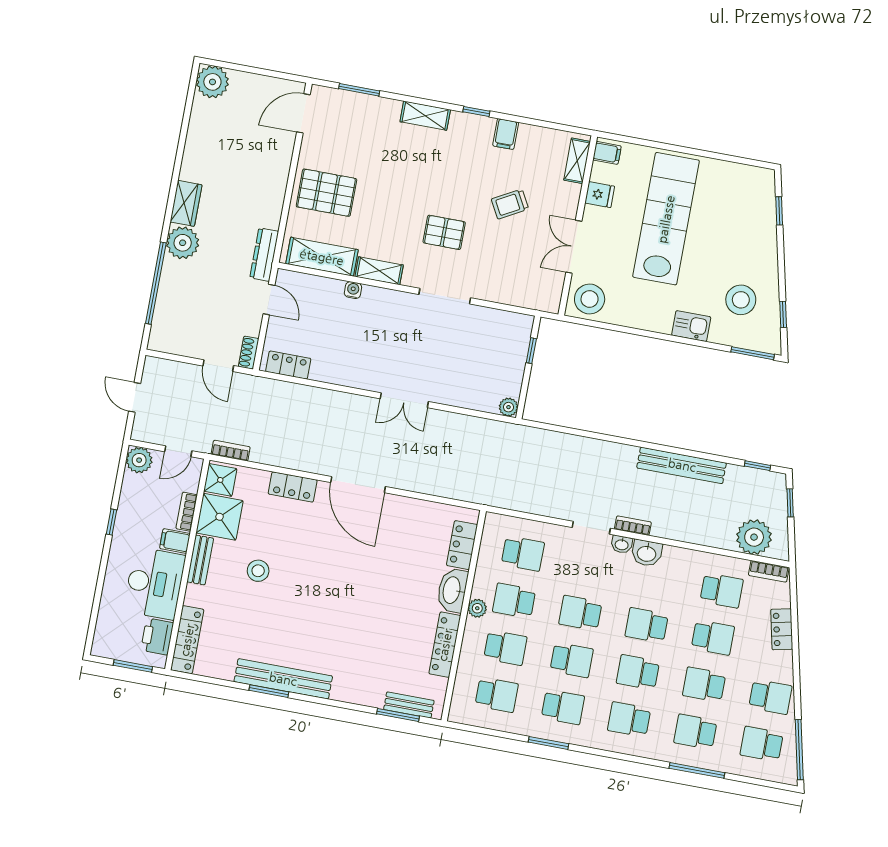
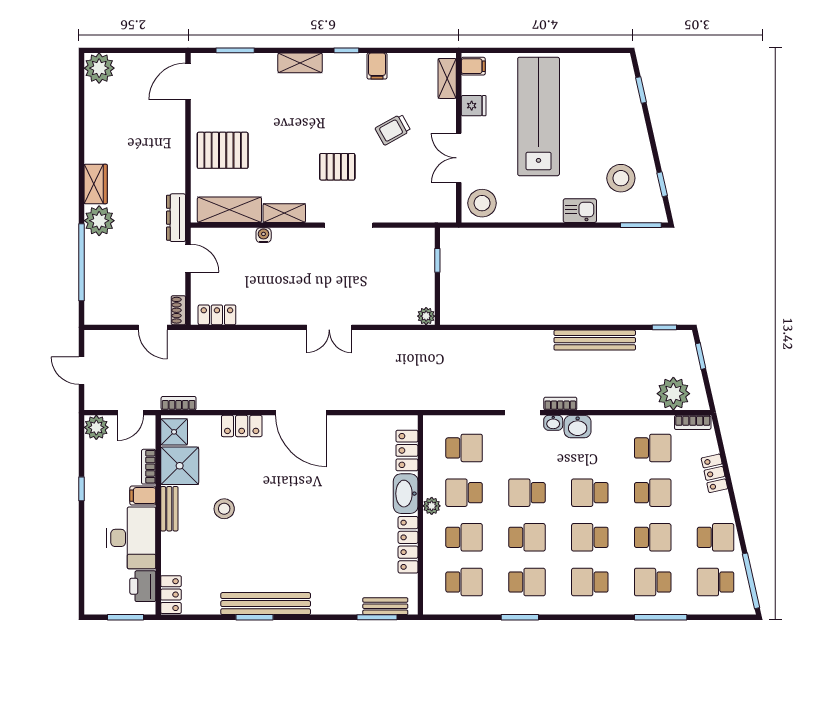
locker: (187, 640) -> (171, 595), width x0.66
school desk: (704, 685) -> (653, 537), turned 180

